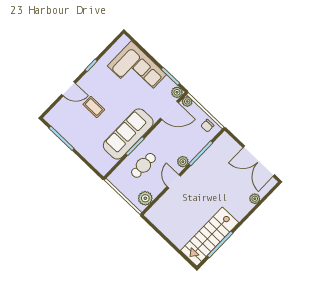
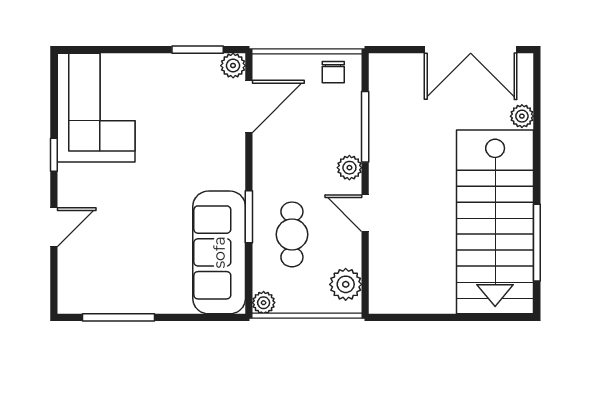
corner sofa: (137, 70) -> (96, 108), moved, turned -90
plant: (187, 101) -> (264, 303), moved
coffee table: (94, 107) -> (122, 217), removed
sofa: (128, 134) -> (219, 252), moved
stairs: (210, 237) -> (495, 222), width x1.36, depth x1.51

